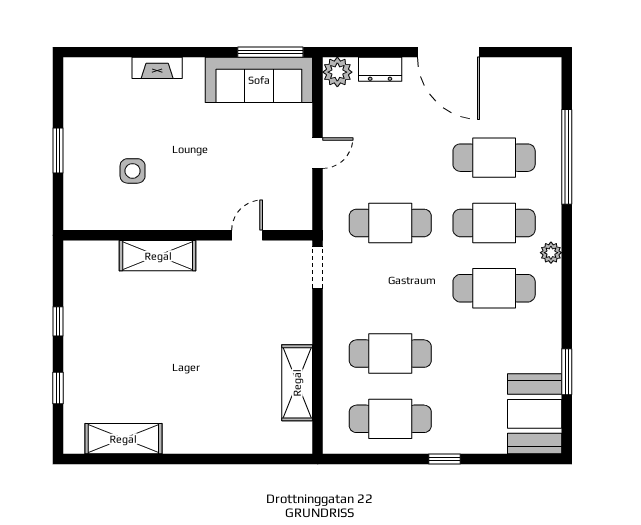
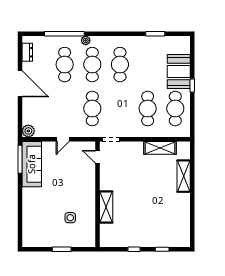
door: (449, 52) -> (20, 84), hinge flipped
fireplace: (157, 68) -> (27, 207), removed
dresser: (380, 69) -> (27, 52), moved
door: (318, 153) -> (63, 139), swing flipped
door: (247, 235) -> (98, 157), moved
plant: (551, 253) -> (86, 40), moved
booth: (535, 414) -> (179, 71), moved, turned 90
shelving: (123, 439) -> (184, 176), moved

